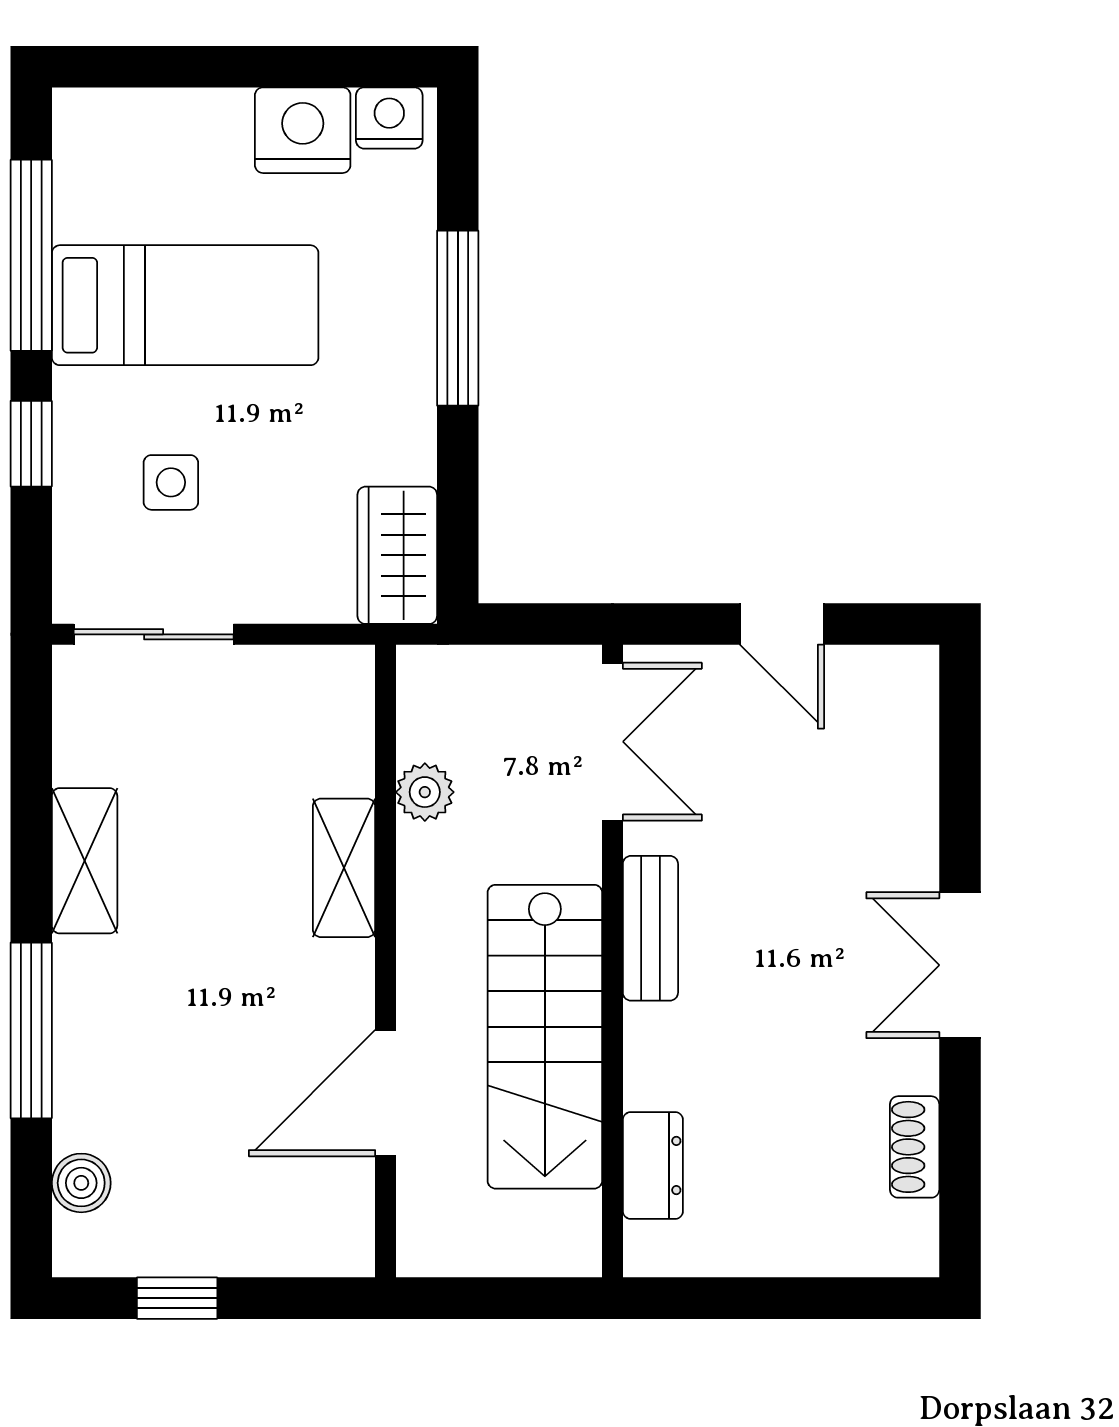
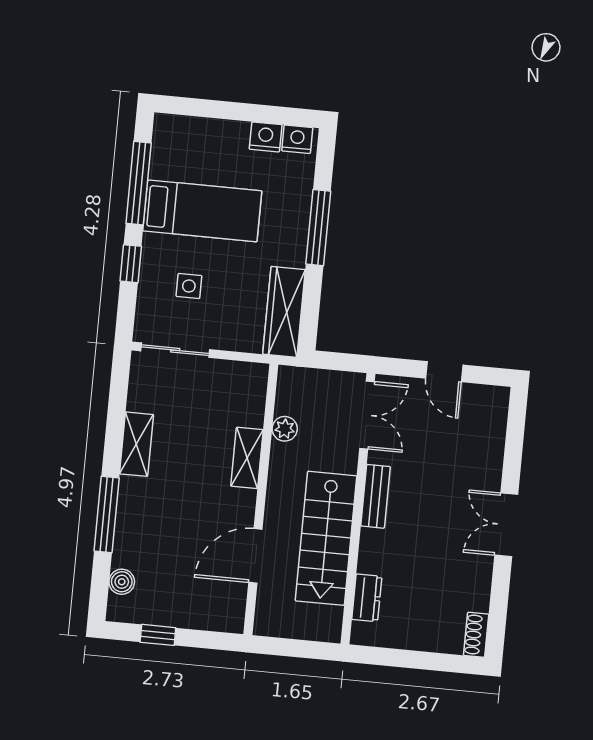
nightstand: (303, 130) -> (266, 137), width x0.74, depth x0.75
wardrobe: (397, 555) -> (284, 312), width x1.50
shoe rack: (915, 1147) -> (476, 635), moved

